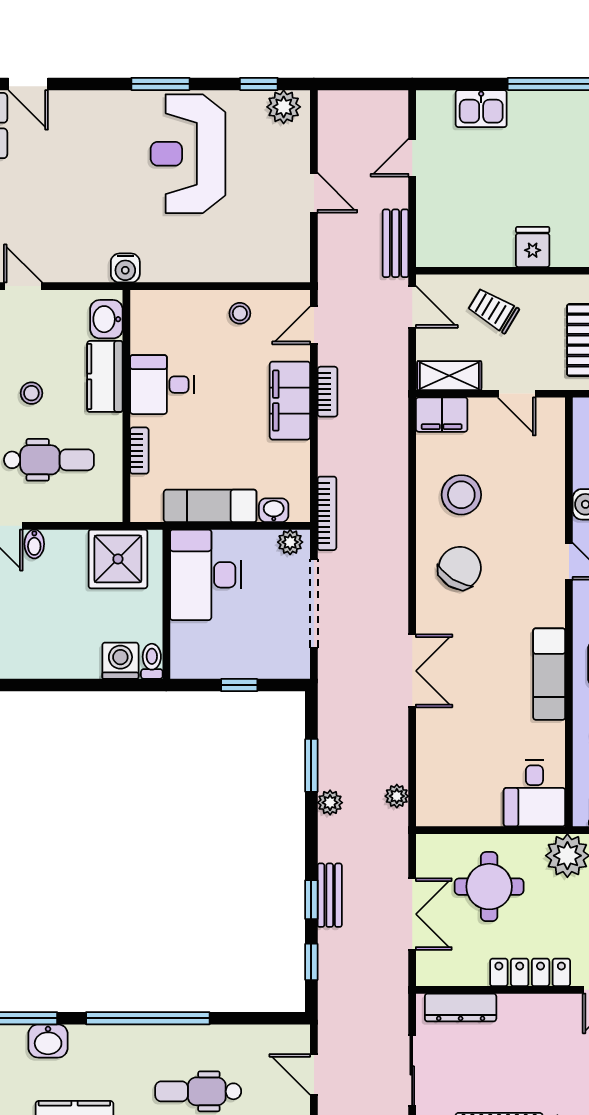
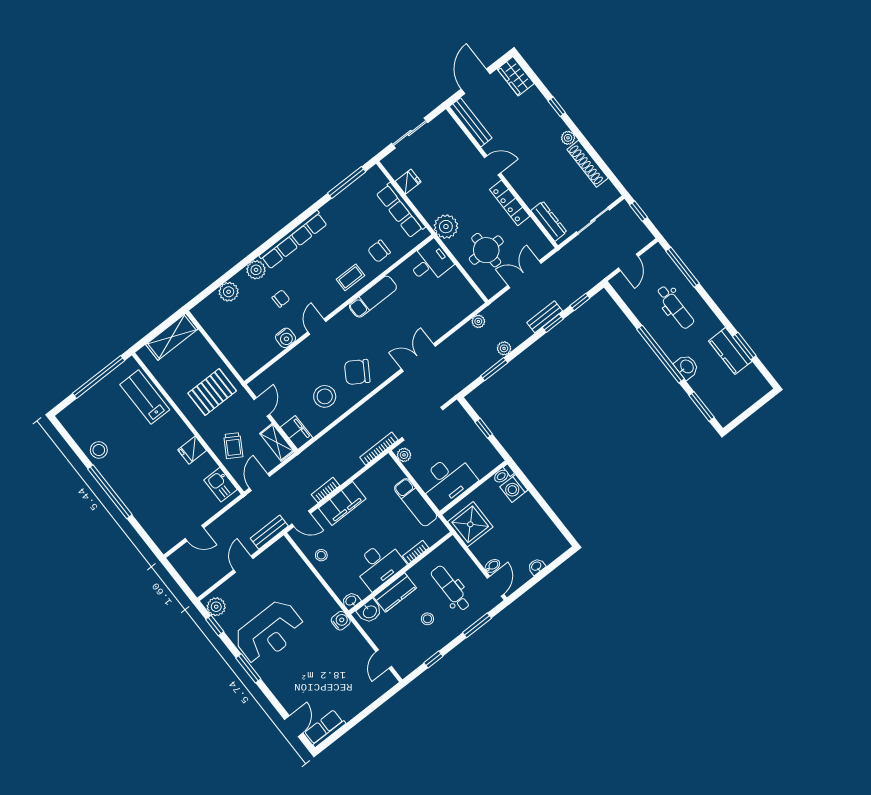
kitchen sink: (481, 109) -> (220, 485), moved, turned 180
bench: (396, 243) -> (269, 532), moved
desk: (162, 385) -> (379, 565), width x1.37
washbasin: (274, 510) -> (351, 601), moved, turned 90
washbasin: (48, 1041) -> (687, 367), moved

